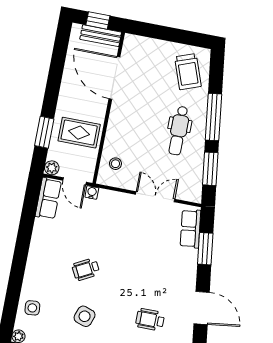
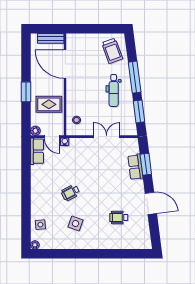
window: (98, 20) -> (47, 29), removed
window: (44, 132) -> (26, 92), moved
row of seats: (190, 229) -> (135, 167), moved

